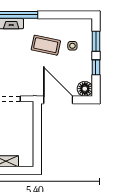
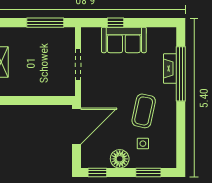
window: (96, 67) -> (97, 172), moved
floor lamp: (85, 89) -> (120, 159), moved

